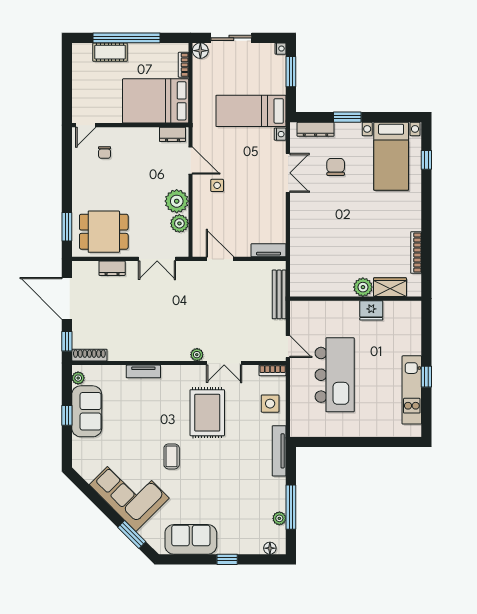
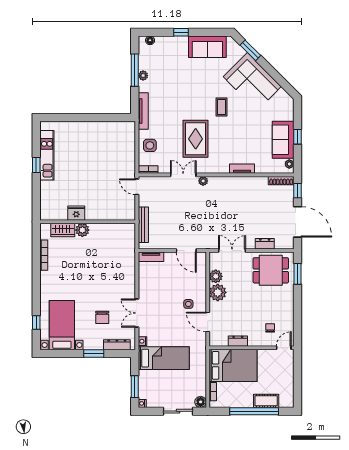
dresser: (172, 134) -> (238, 341), moved
kitchen island: (335, 375) -> (103, 166), removed
plant: (279, 518) -> (143, 76), moved

